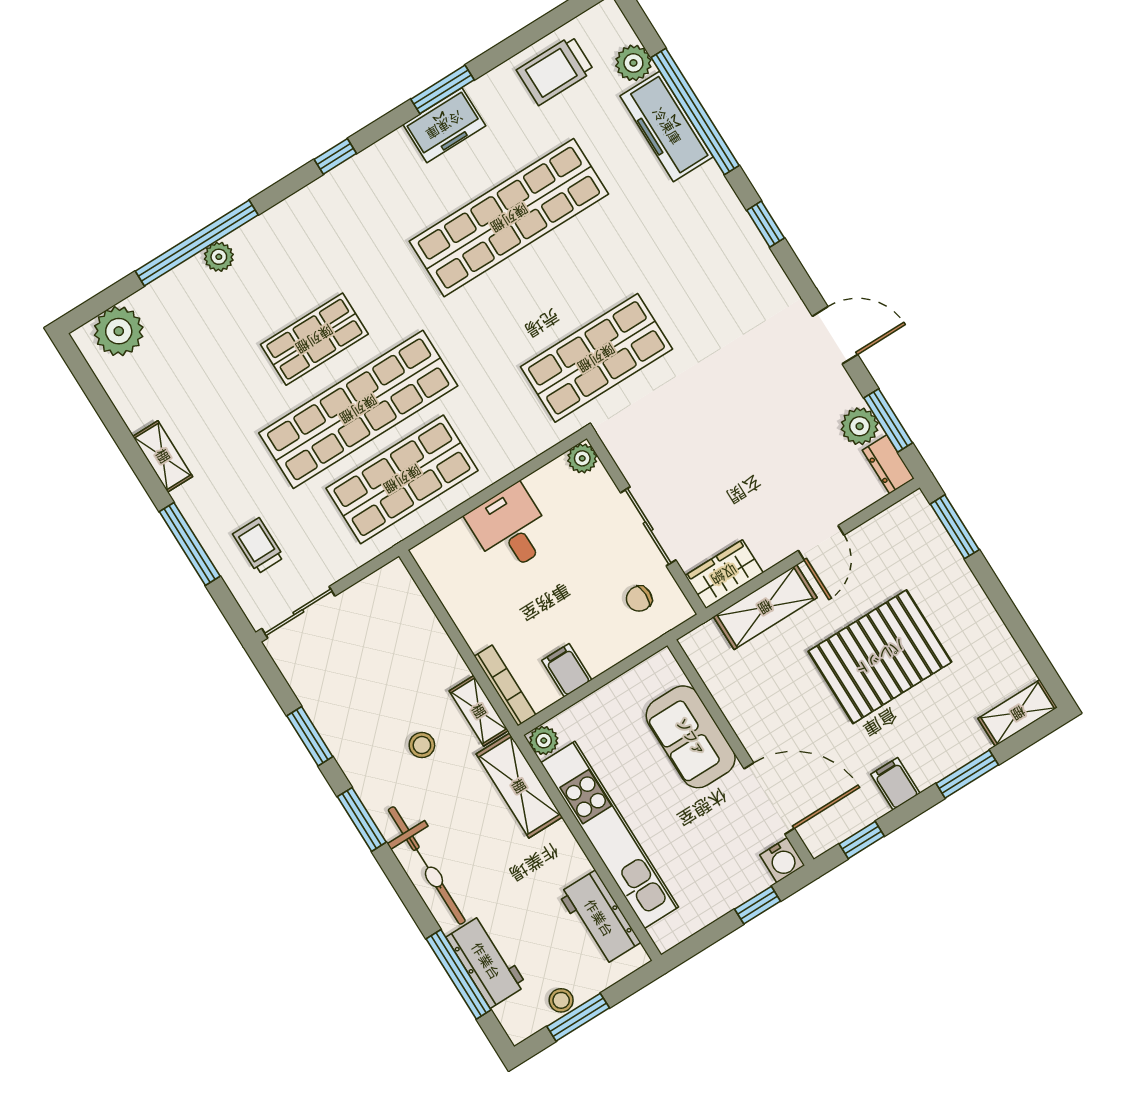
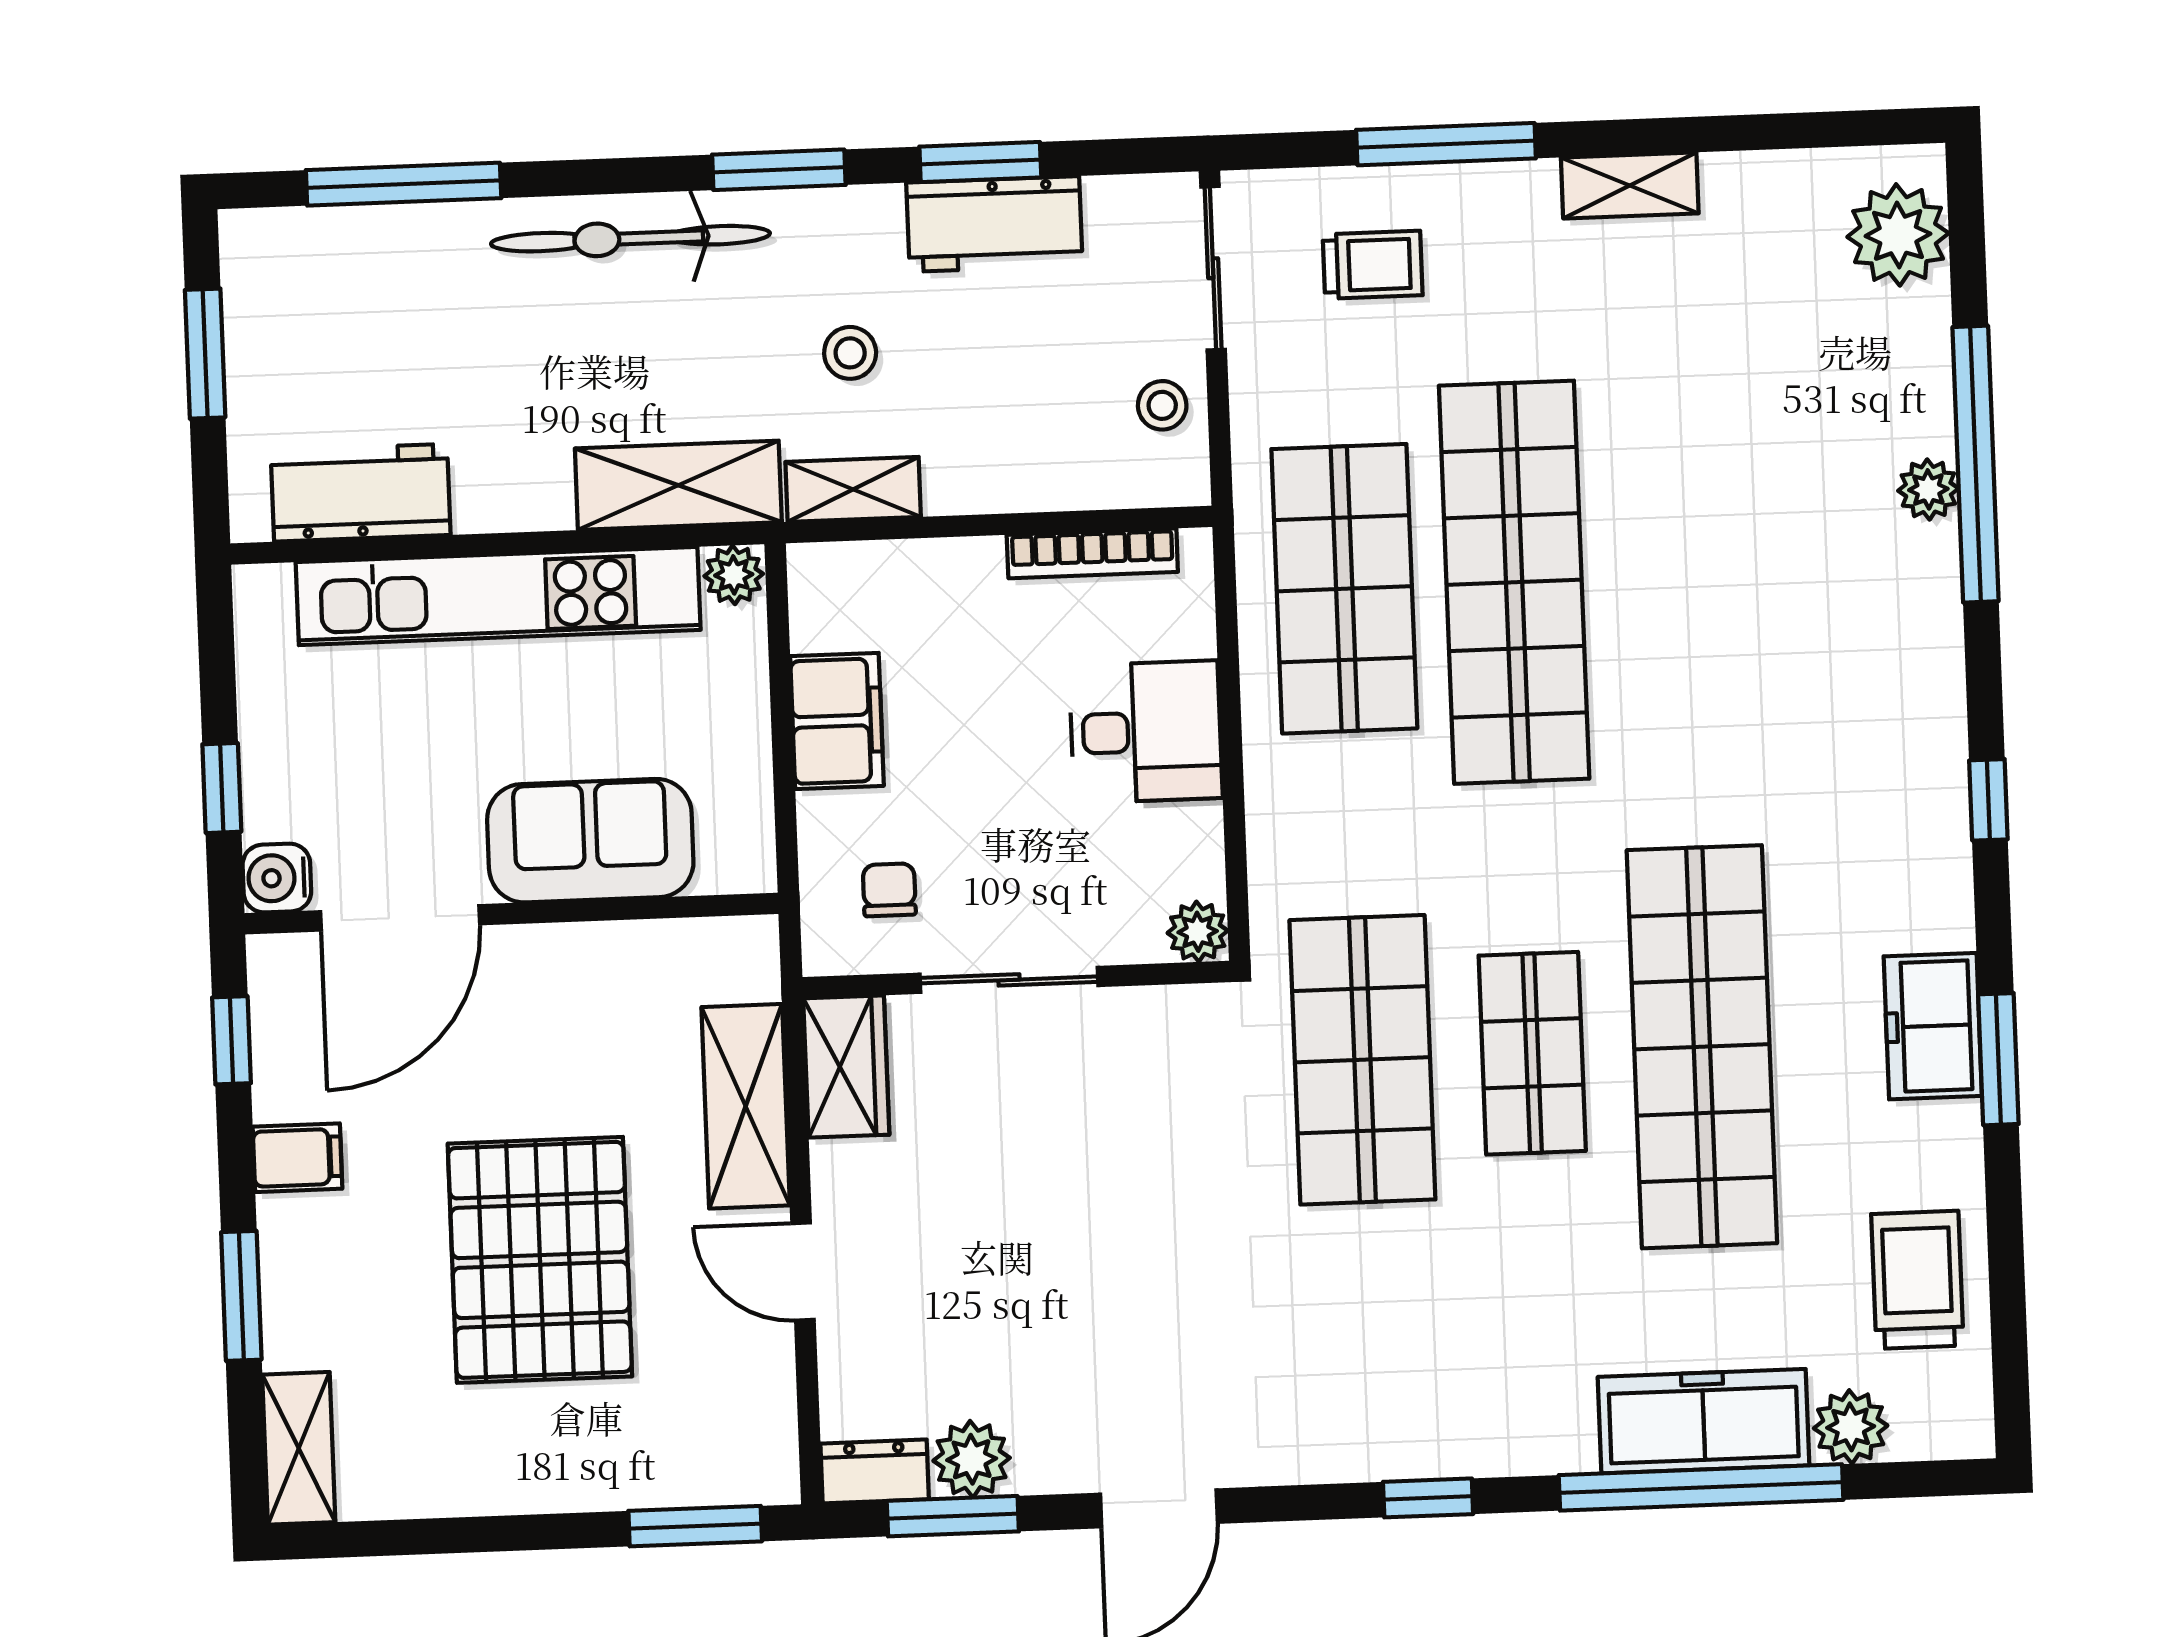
shop shelf: (314, 339) -> (1532, 1053), moved
filing cabinet: (567, 670) -> (837, 721), width x2.00
bookcase: (505, 686) -> (1092, 553), moved
workbench: (486, 961) -> (994, 224), moved
stool: (561, 1000) -> (1162, 405), moved

